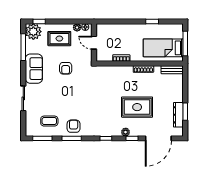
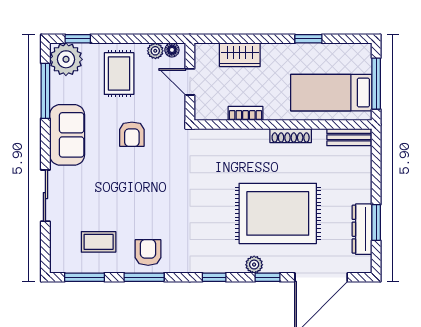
wardrobe: (119, 29) -> (240, 55), added
rug: (59, 39) -> (119, 74), turned 90
rug: (137, 107) -> (278, 213), width x1.37, depth x1.44

